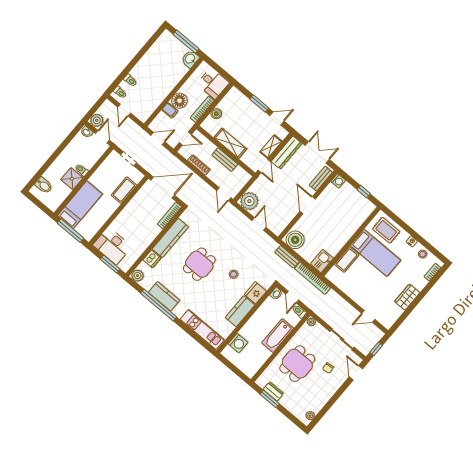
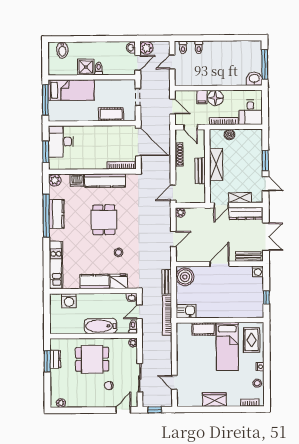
plant: (249, 201) -> (180, 213), width x0.53, depth x0.53
dining table: (199, 264) -> (104, 220), turned 90

